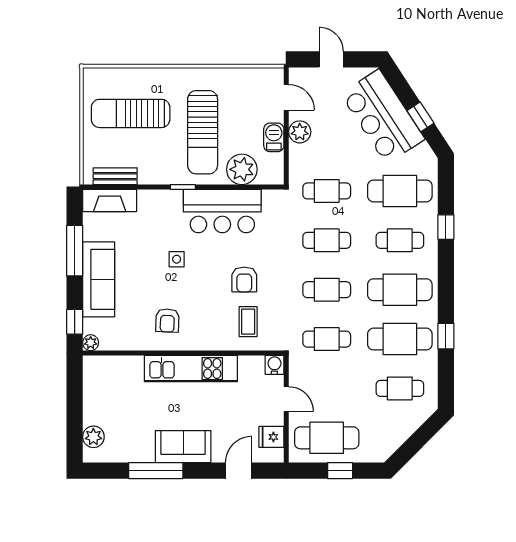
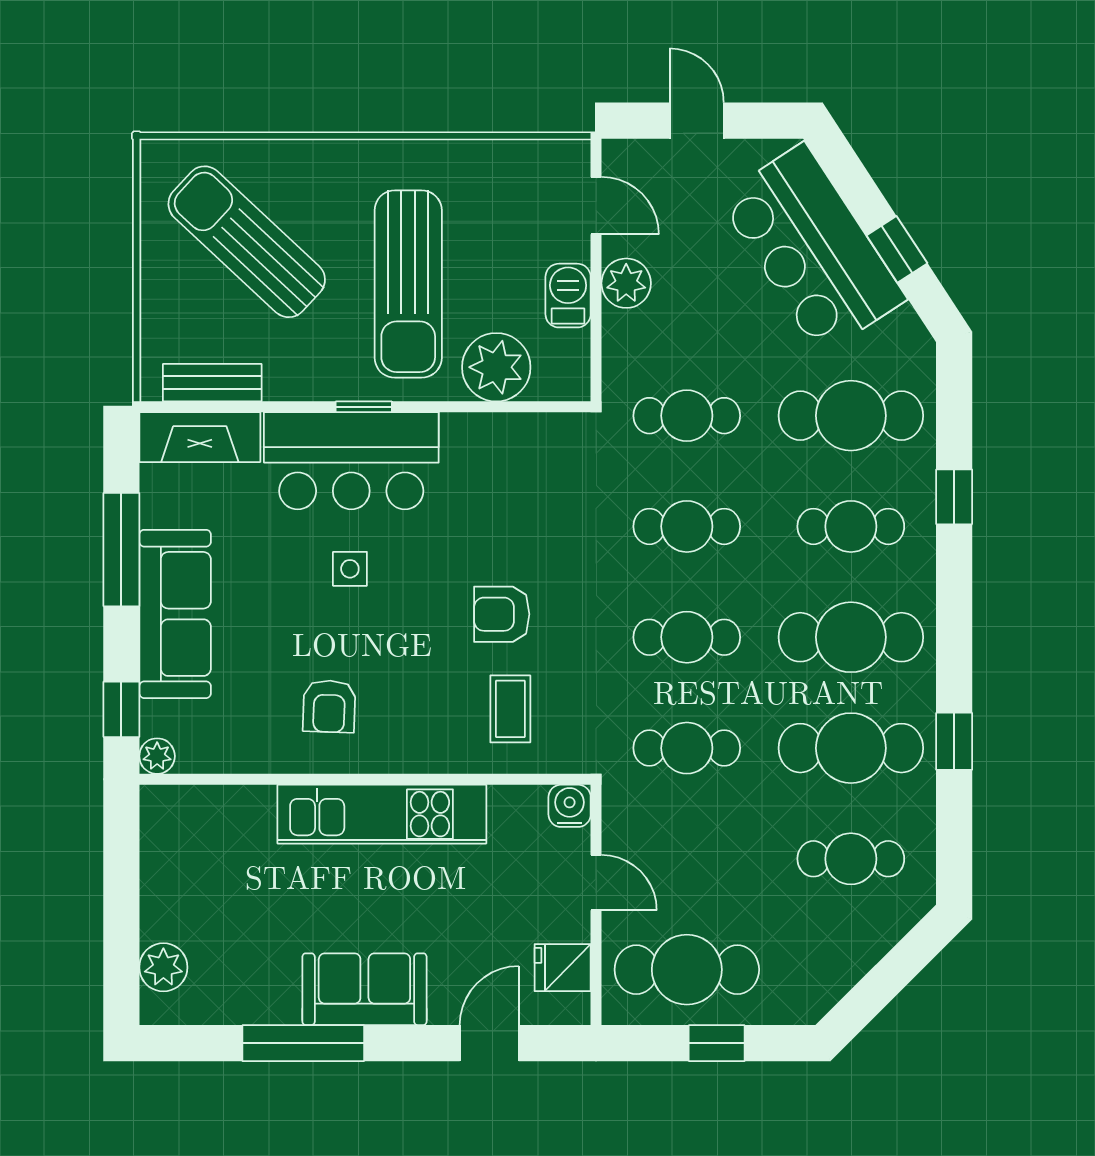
sun lounger: (131, 113) -> (247, 242), turned 43
bar counter: (222, 211) -> (351, 461), moved
armchair: (244, 279) -> (502, 614), turned 90

